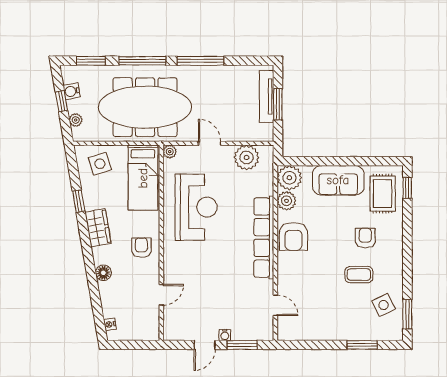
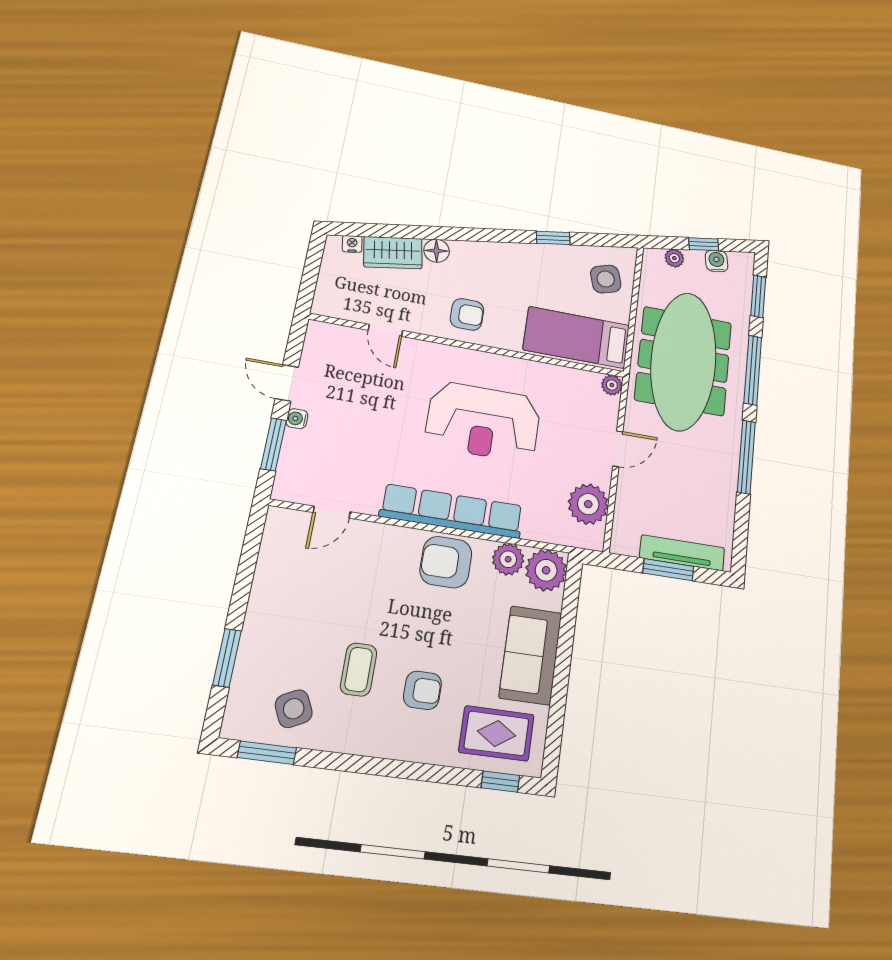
reception desk: (196, 207) -> (483, 422), moved
wardrobe: (98, 228) -> (393, 253), moved

